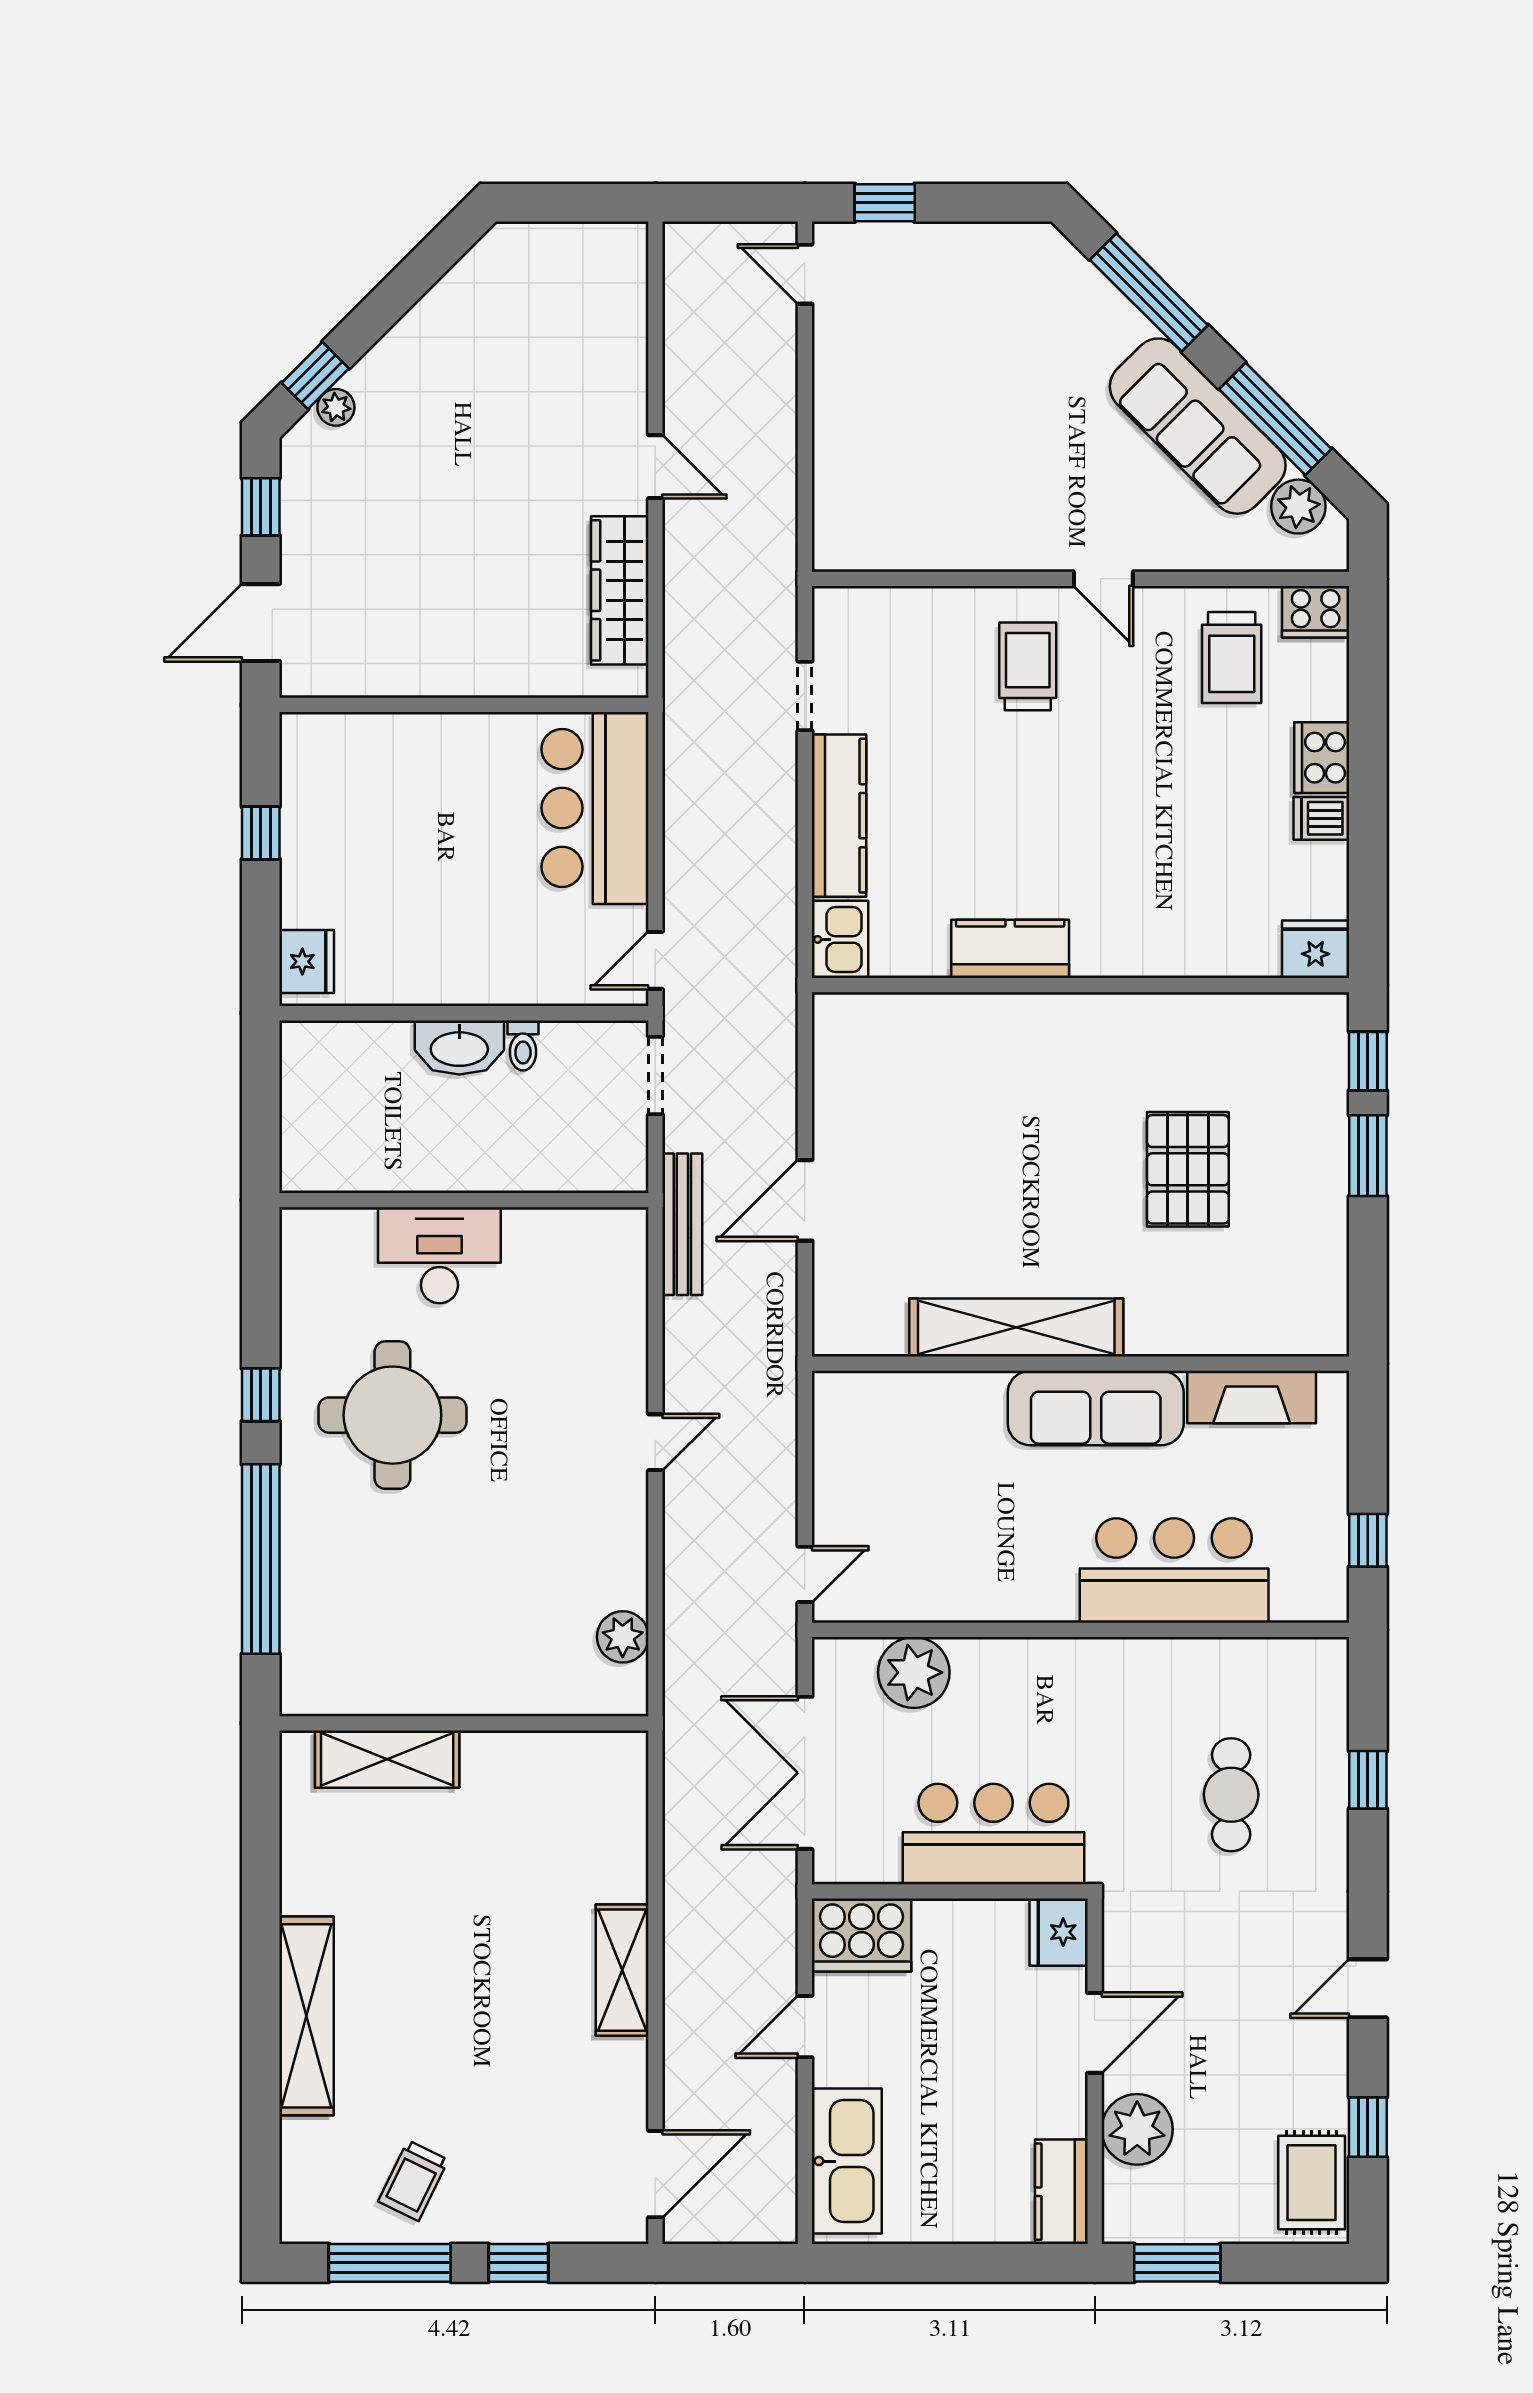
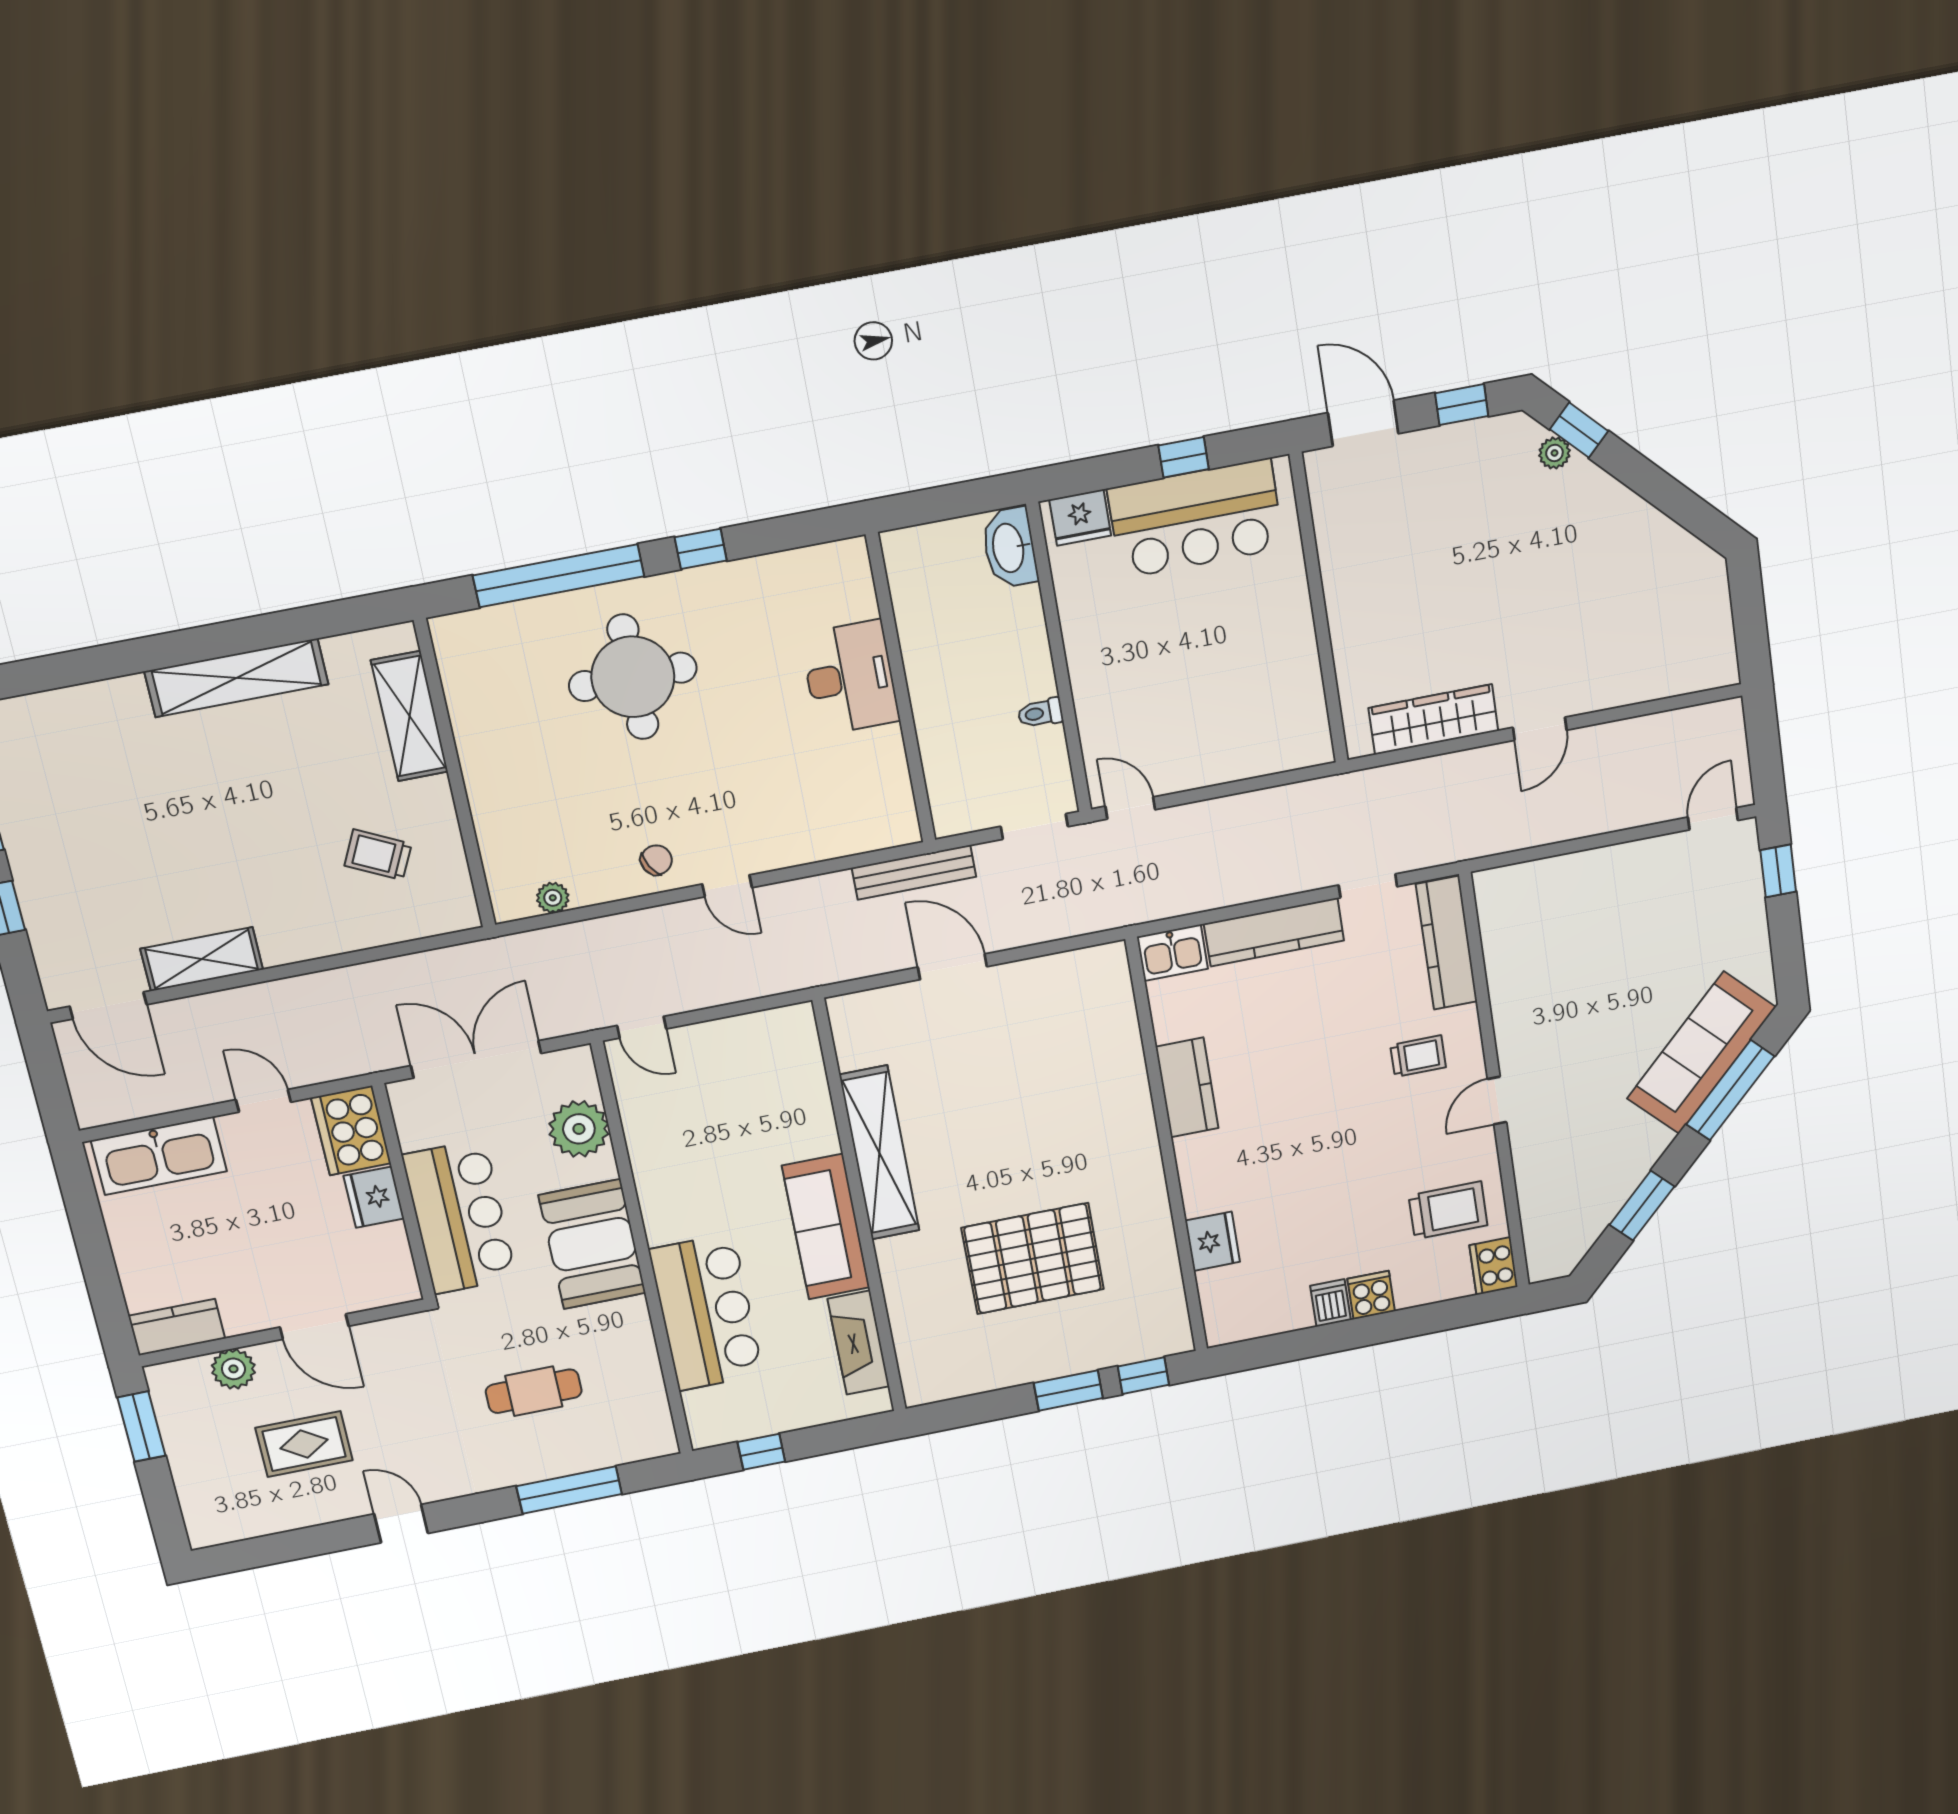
window: (1275, 419) -> (1642, 1206), width x0.69
sofa: (1198, 426) -> (1701, 1053), moved
plant: (1298, 507) -> (1575, 1237), removed
kitchen counter: (894, 612) -> (1447, 943), added
trolley: (1232, 657) -> (1448, 1210), turned 180
trolley: (1028, 666) -> (1418, 1056), width x0.73, depth x0.72
cooker: (1322, 758) -> (1371, 1295), width x0.73
bar counter: (595, 808) -> (1196, 518), moved, turned 180
fridge: (1316, 949) -> (1213, 1241), moved
washbasin: (459, 1047) -> (1010, 548), moved
pallet: (1188, 1169) -> (1033, 1259), width x1.37, depth x1.41
round table: (392, 1415) -> (633, 677), moved
chair: (609, 1517) -> (656, 860), added
plant: (623, 1637) -> (553, 898), width x0.73, depth x0.73
booth: (1060, 1687) -> (592, 1244), added
window: (1368, 1780) -> (569, 1490), width x2.17
fridge: (1059, 1932) -> (374, 1197), moved, turned -90
shelving: (622, 1970) -> (202, 959), moved
shelving: (307, 2016) -> (236, 678), moved
window: (1368, 2127) -> (289, 1546), removed
plant: (1137, 2129) -> (233, 1369), width x0.73, depth x0.73
trolley: (413, 2181) -> (378, 855), moved
rug: (1312, 2183) -> (304, 1444), moved

